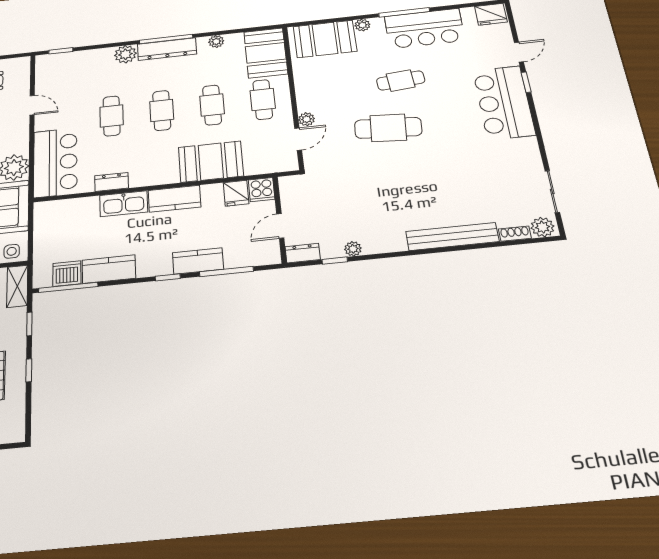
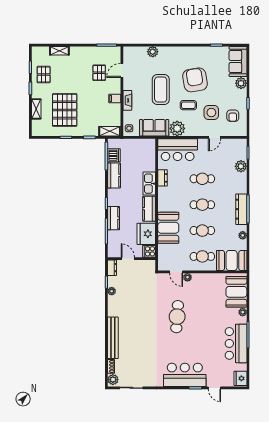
plant: (125, 54) -> (241, 166), moved
cafe table: (401, 80) -> (205, 327), removed
fridge: (236, 193) -> (146, 234), width x1.88, depth x1.34

